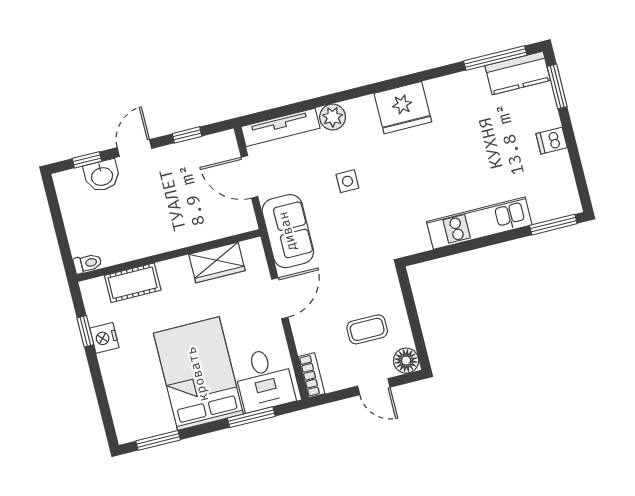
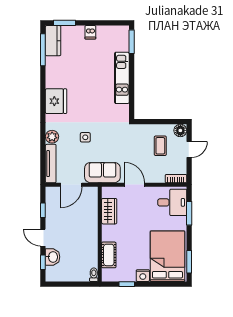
nightstand: (104, 338) -> (143, 276), moved
bed: (198, 374) -> (167, 256), moved, turned 90

